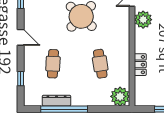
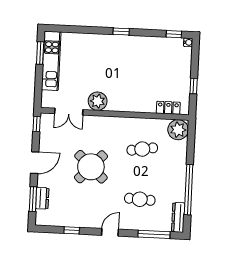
locker: (140, 65) -> (168, 108), moved
window: (21, 79) -> (154, 234), width x2.17
dresser: (57, 101) -> (178, 217), moved

